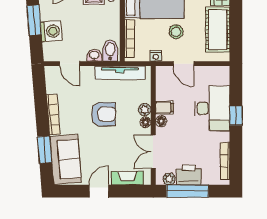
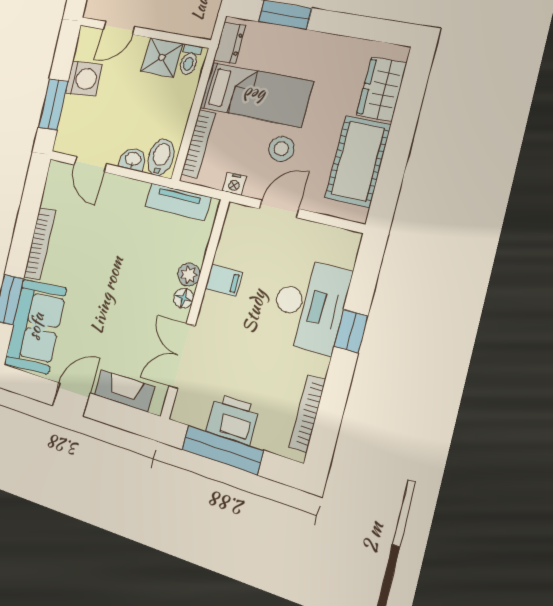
window: (34, 20) -> (53, 104), moved
washing machine: (51, 31) -> (84, 79), moved
door: (184, 64) -> (279, 209), swing flipped
tv unit: (120, 73) -> (178, 202), width x0.71
armchair: (103, 114) -> (118, 264), removed
floor lamp: (161, 121) -> (211, 304), removed
plant: (169, 179) -> (196, 416), removed

